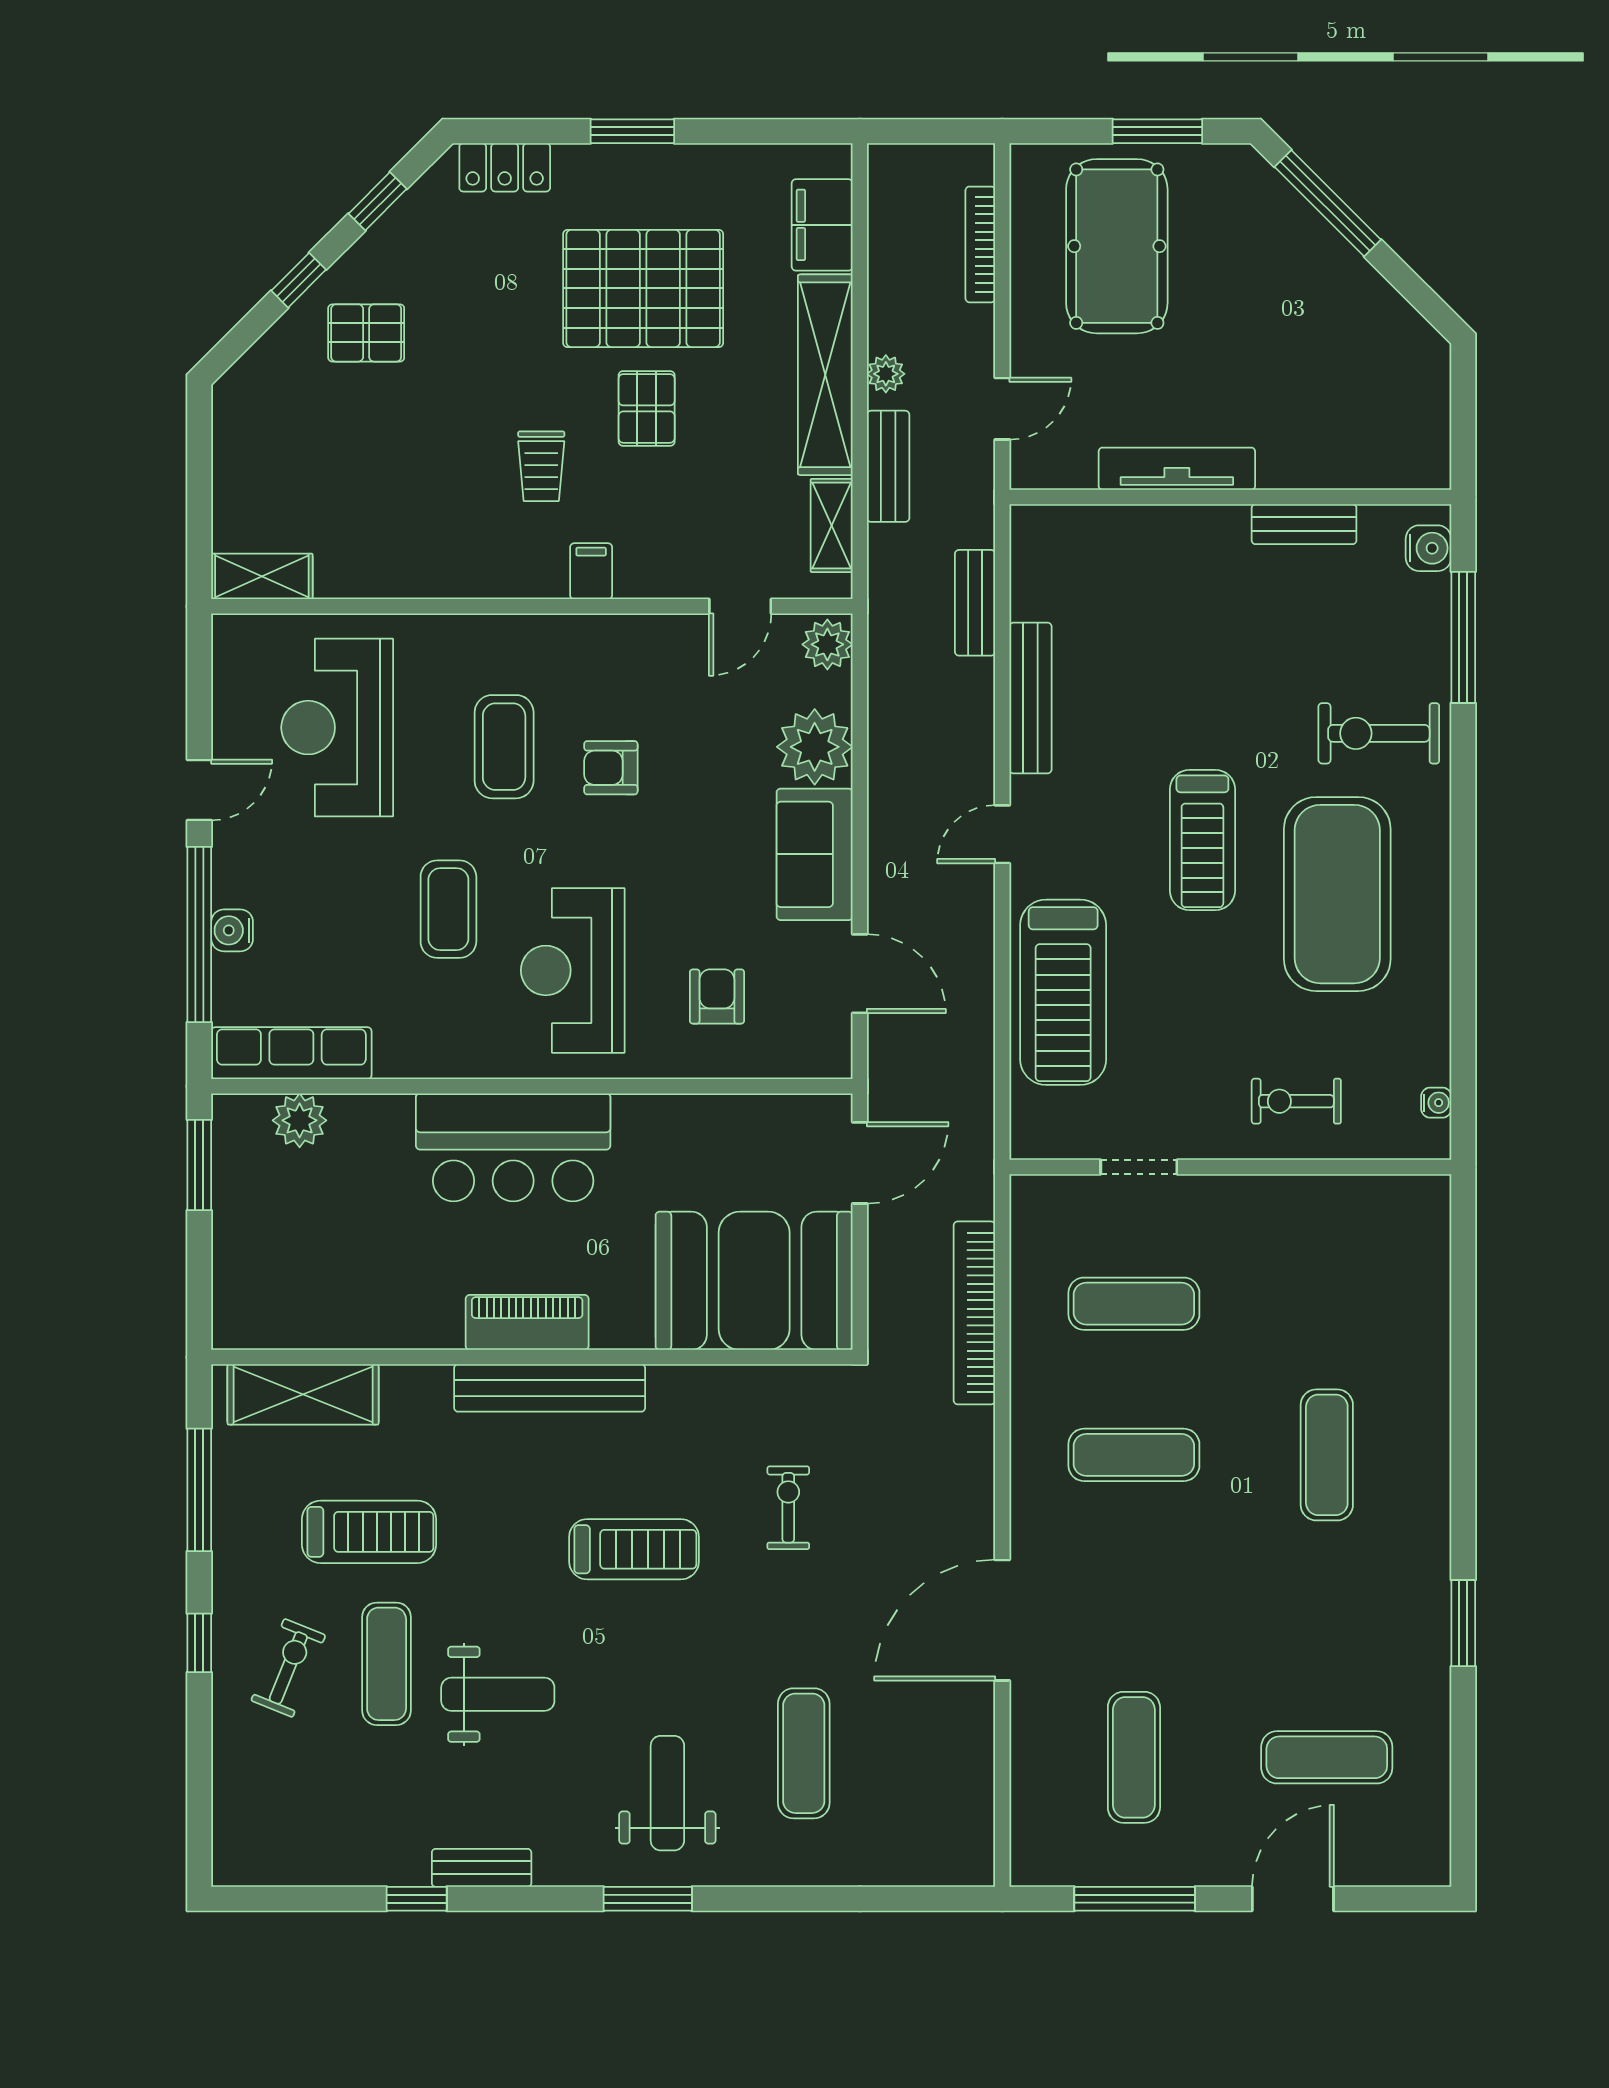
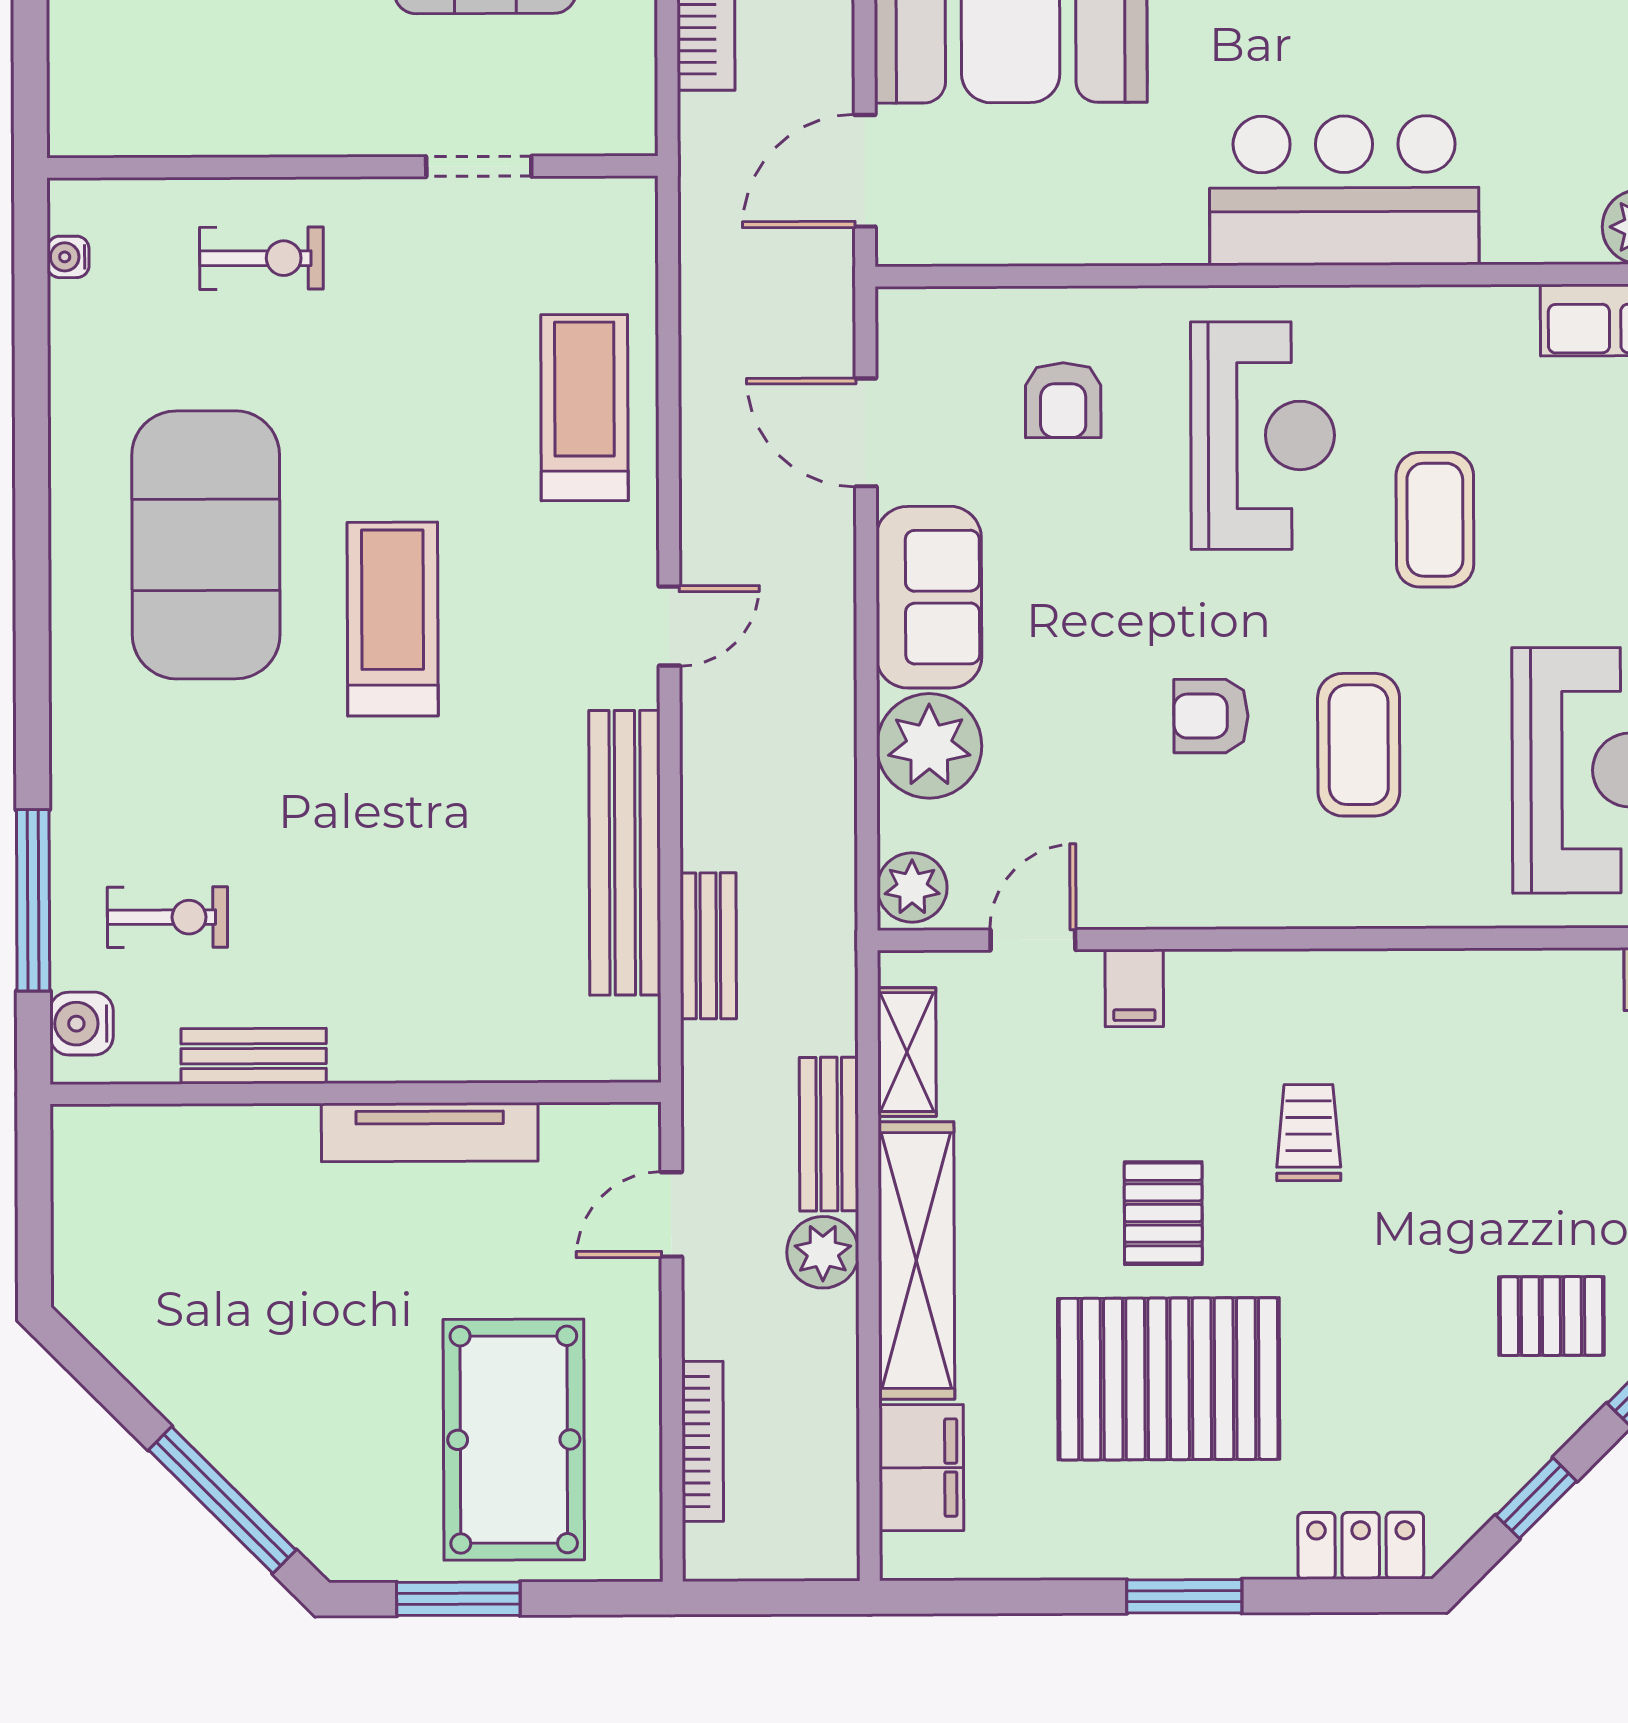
plant: (886, 374) -> (823, 1252), width x1.38, depth x1.38
filing cabinet: (591, 571) -> (1134, 988), moved
bench: (1031, 698) -> (625, 853), width x1.37, depth x1.21
exercise bike: (1379, 733) -> (167, 917), moved, width x0.73, depth x0.72
armchair: (611, 768) -> (1211, 716), turned 180
treadmill: (1063, 992) -> (584, 408), width x0.73, depth x0.73

